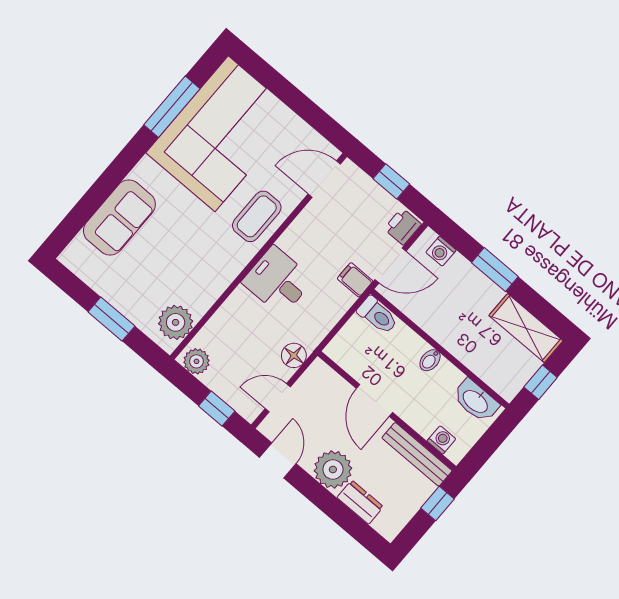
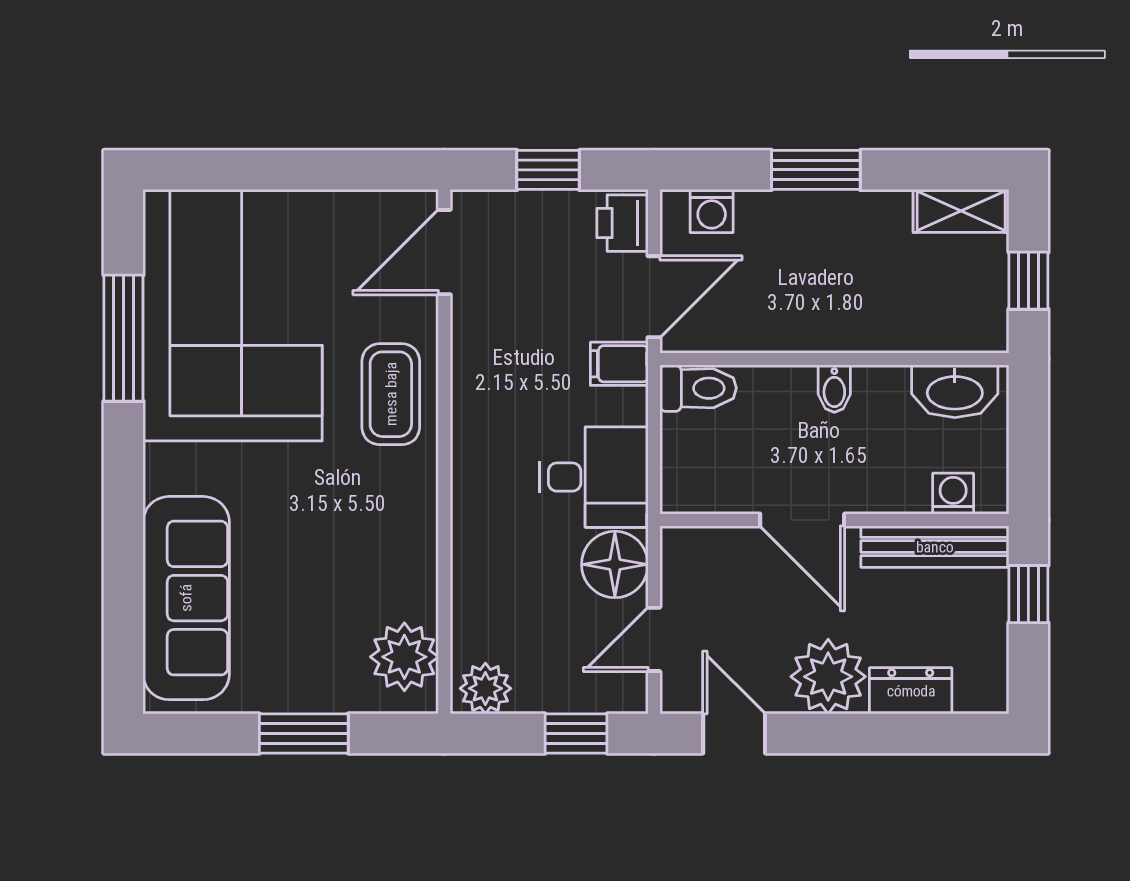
sofa: (119, 217) -> (186, 598), width x1.36
desk: (278, 281) -> (594, 477), moved, turned 180
shelving: (526, 328) -> (961, 211), width x0.67, depth x0.75
floor lamp: (294, 355) -> (615, 564), width x1.38, depth x1.38

